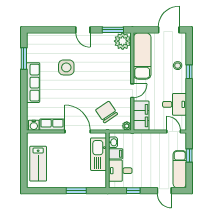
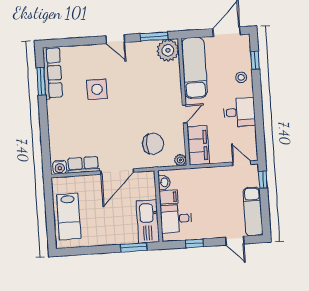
window: (189, 72) -> (255, 60), moved
row of seats: (33, 83) -> (53, 73), moved
desk: (174, 104) -> (239, 112), moved
chair: (107, 112) -> (153, 144), turned 124
door: (78, 132) -> (117, 172), swing flipped
kitchen sink: (99, 154) -> (148, 221), moved
window: (189, 156) -> (263, 180), moved
window: (76, 191) -> (134, 247), moved

